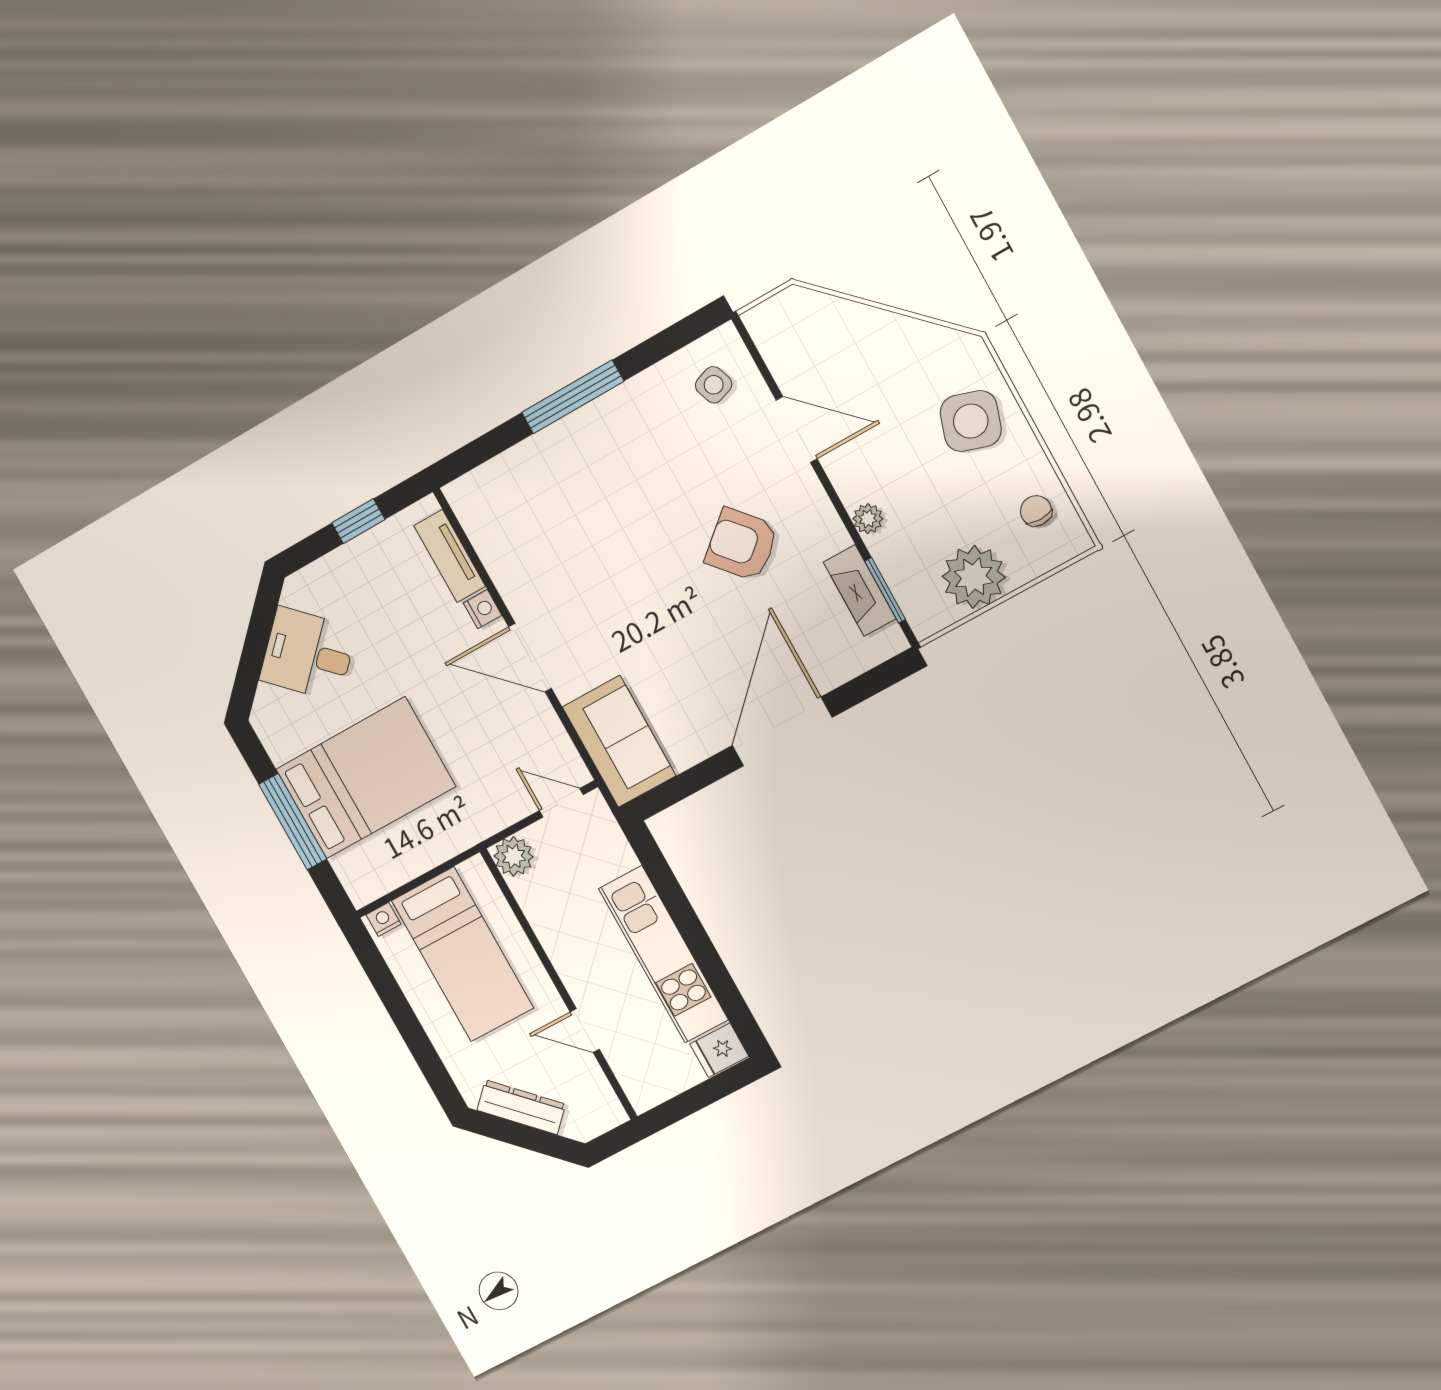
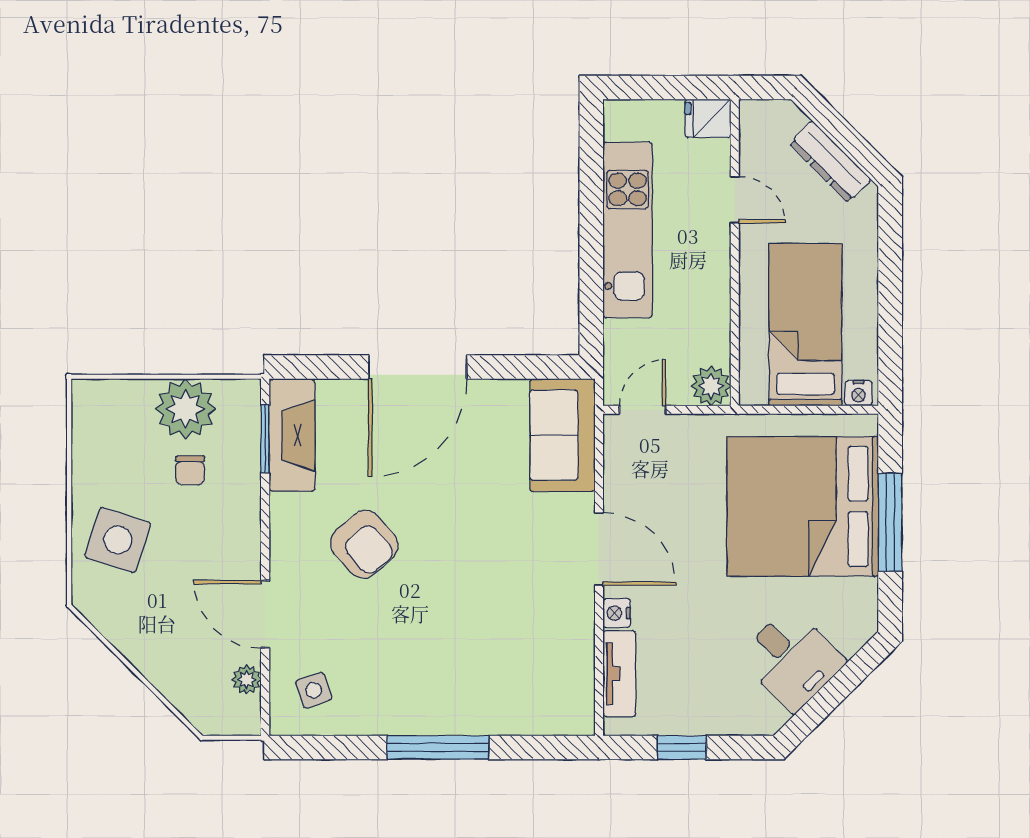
chair: (1036, 511) -> (190, 470), moved
plant: (868, 519) -> (247, 680), moved
fireplace: (860, 590) -> (292, 435), width x1.37, depth x1.32
bed: (366, 778) -> (803, 506), width x1.36
door: (561, 803) -> (643, 410), swing flipped
fridge: (719, 1050) -> (708, 118), moved, turned 180

